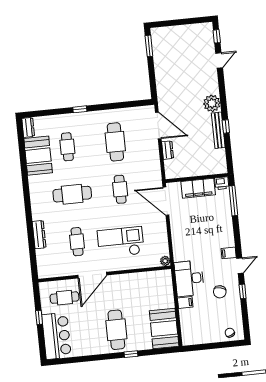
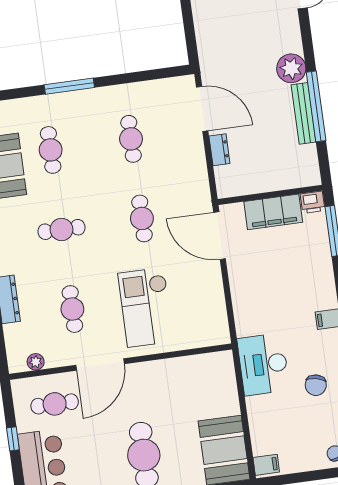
window: (80, 109) -> (69, 86), width x2.17
window: (226, 126) -> (316, 106), width x3.17
cafe table: (115, 142) -> (131, 139), width x0.73, depth x0.74
cafe table: (72, 194) -> (61, 229), width x0.73, depth x0.74
checkout: (121, 242) -> (146, 307), turned -90
plant: (165, 261) -> (36, 362), moved
filing cabinet: (185, 303) -> (266, 465), moved

